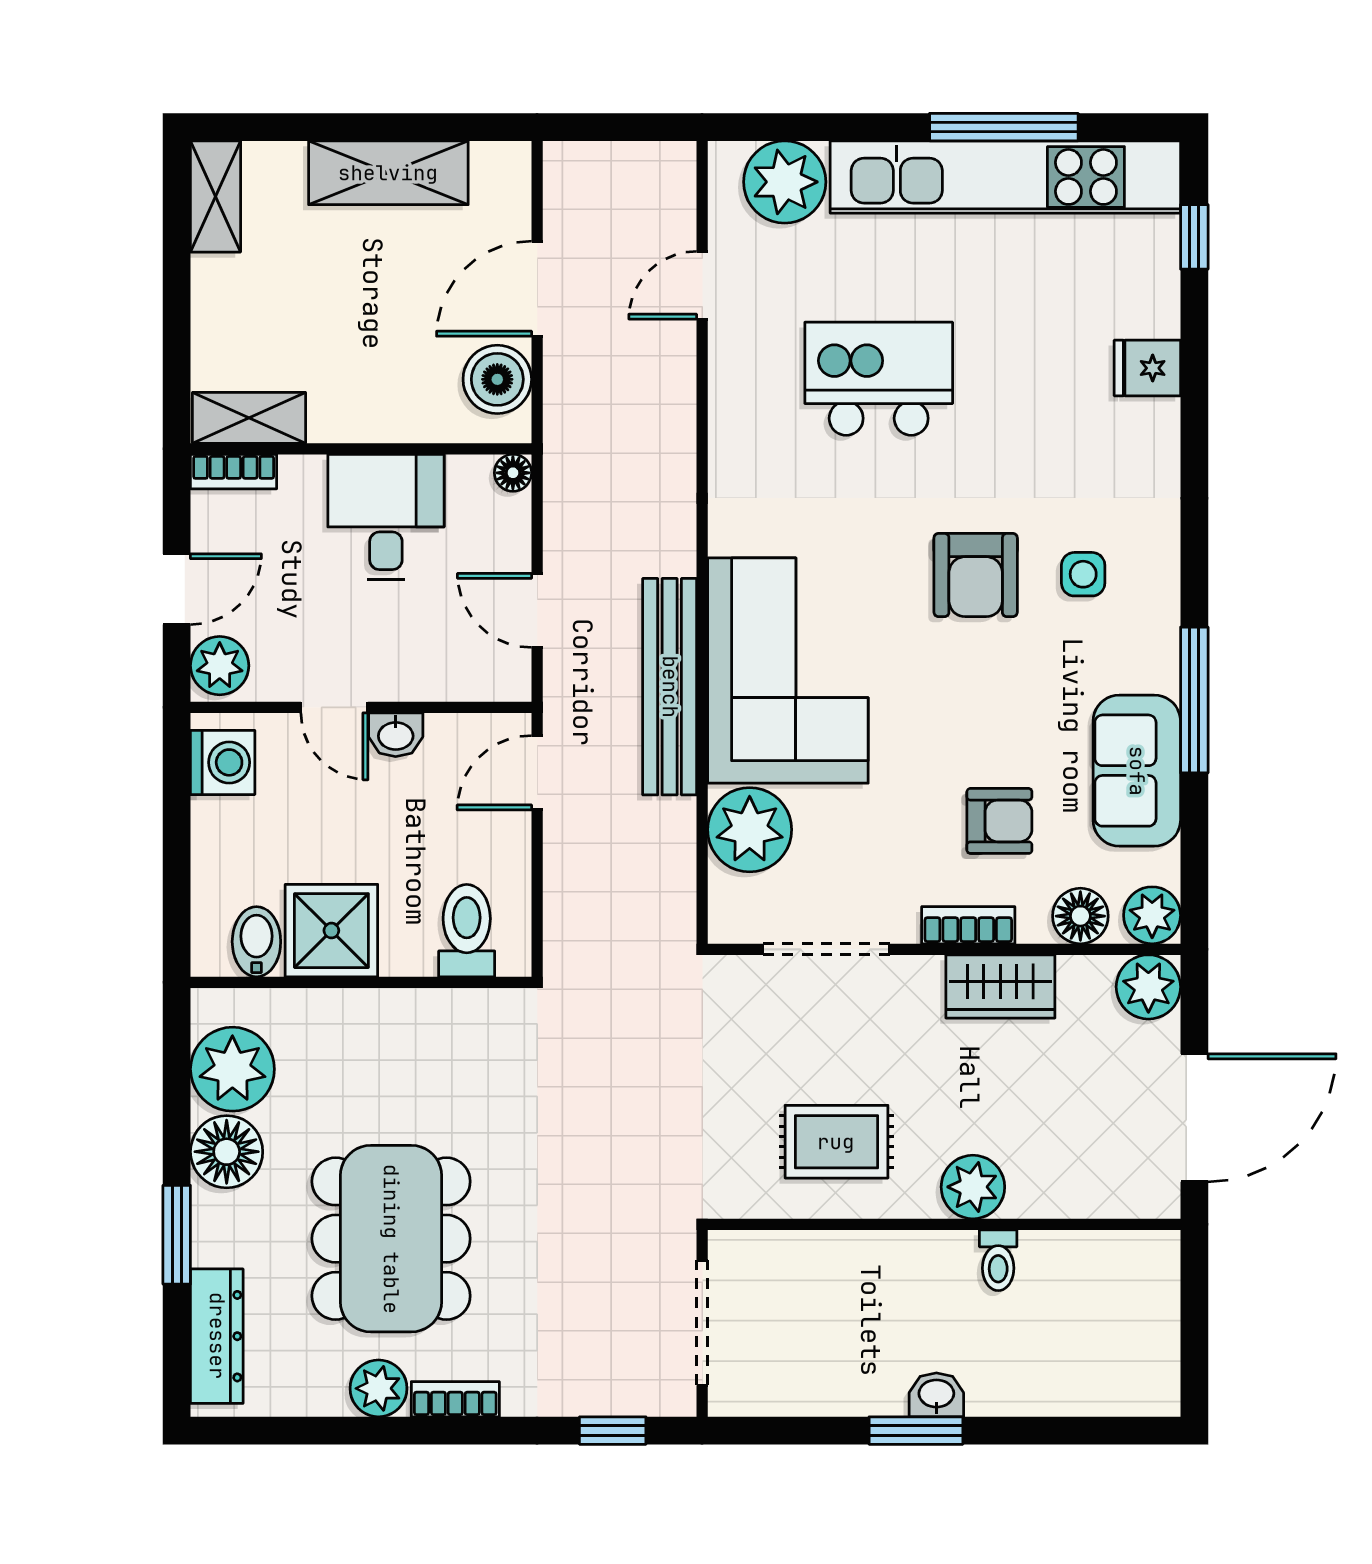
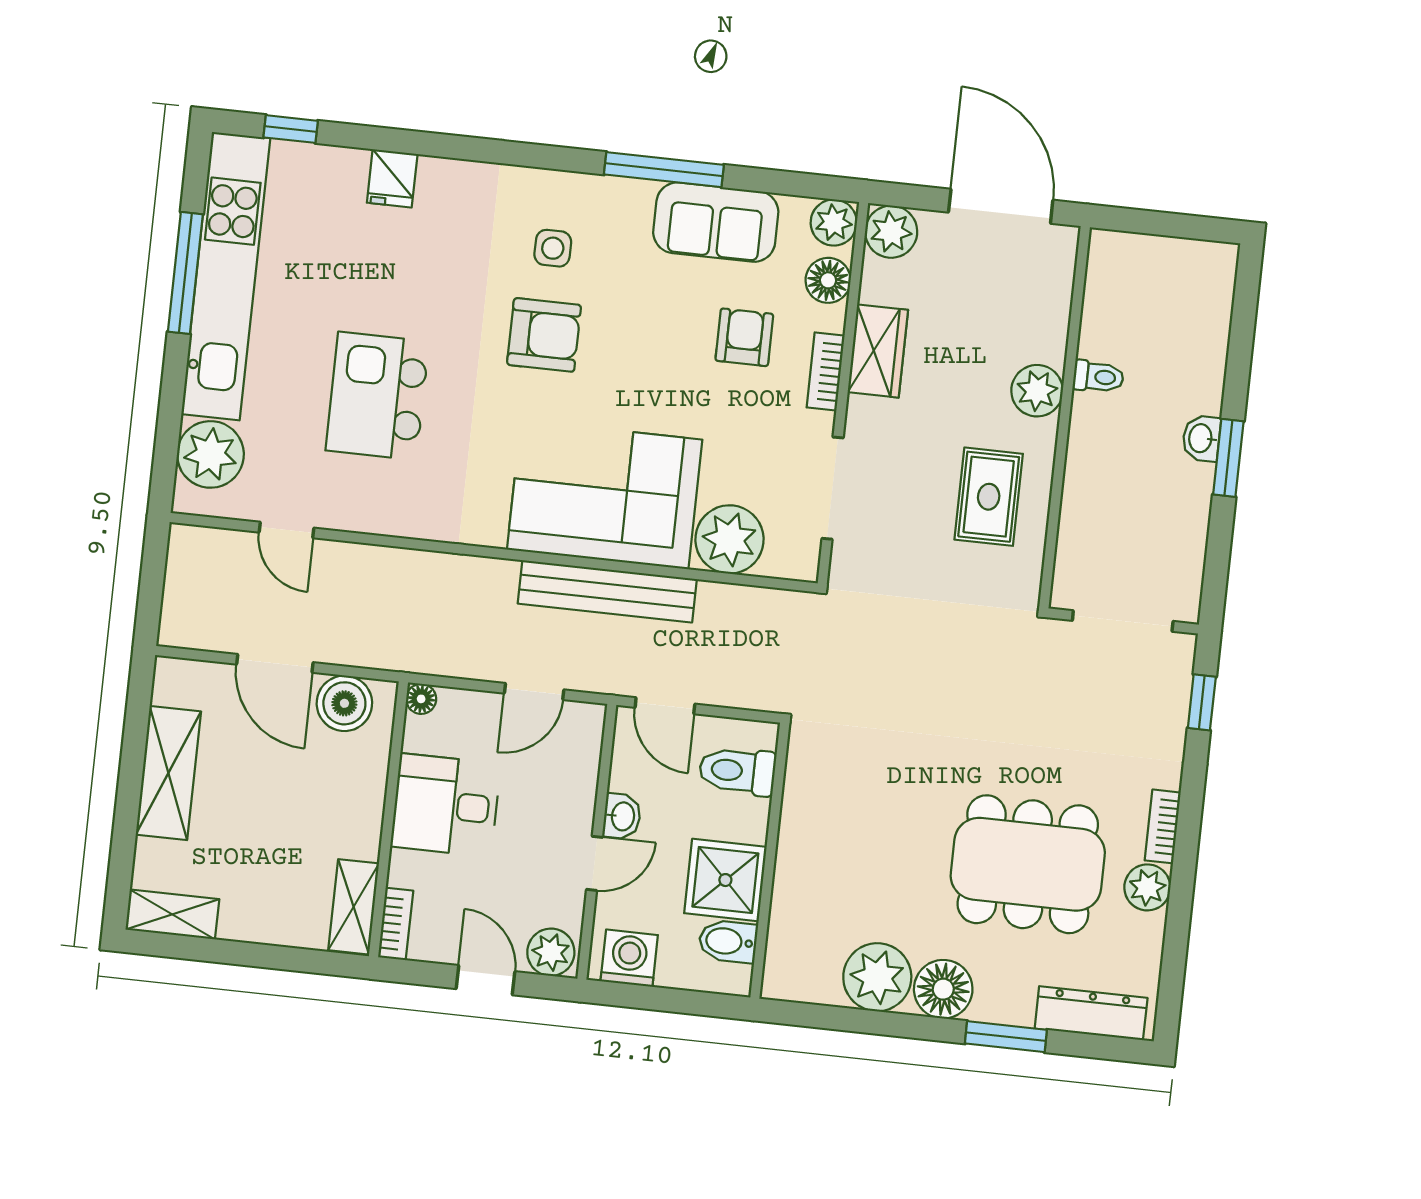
shower: (331, 931) -> (725, 880), moved
toilet: (467, 931) -> (737, 771), moved
bidet: (256, 942) -> (728, 941), moved
wall: (361, 982) -> (770, 861), moved

